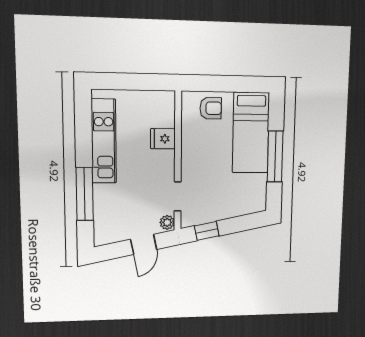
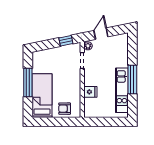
window: (85, 194) -> (132, 79), moved

